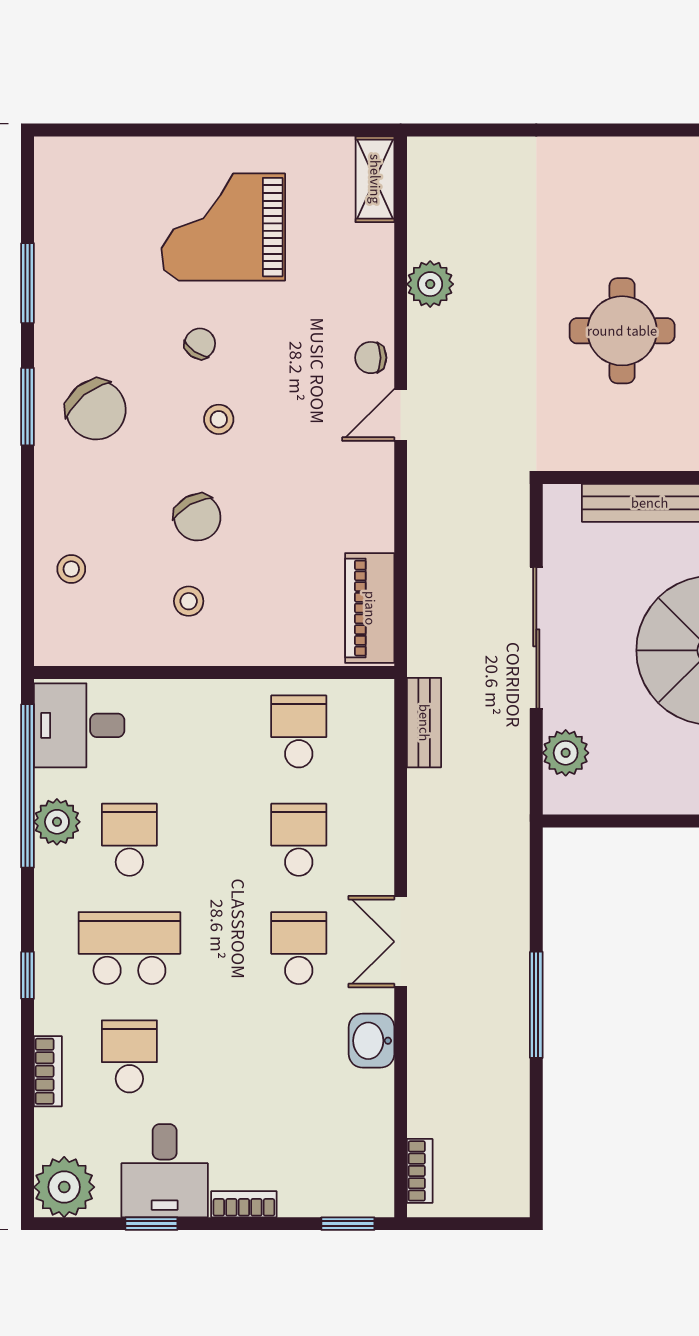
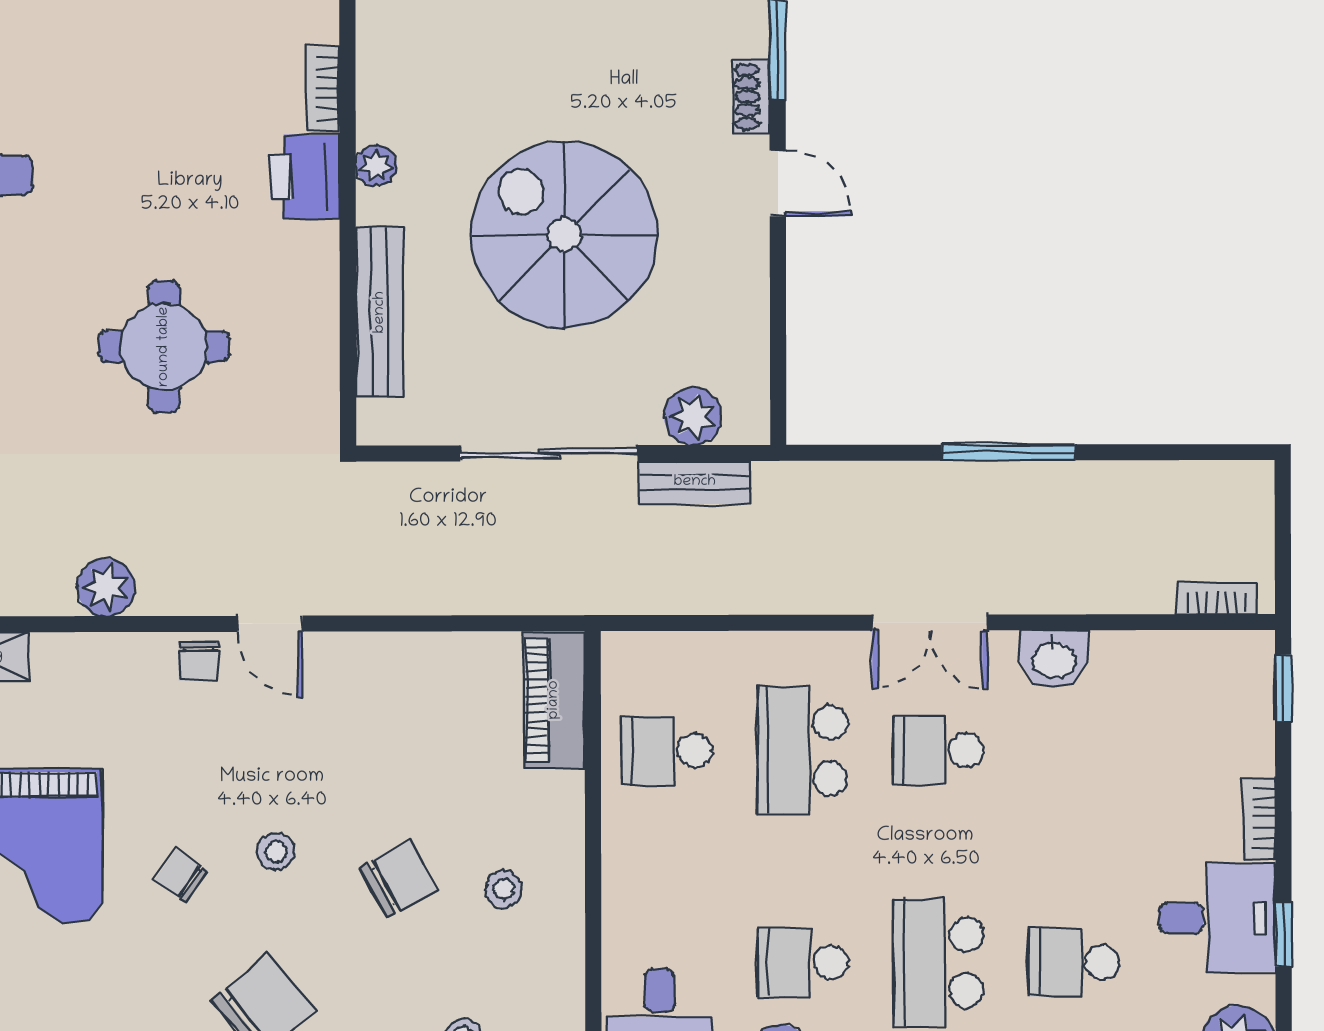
piano: (370, 608) -> (554, 700), moved, turned 90
bench: (424, 723) -> (695, 482), moved
school desk: (299, 840) -> (802, 750), width x1.85

